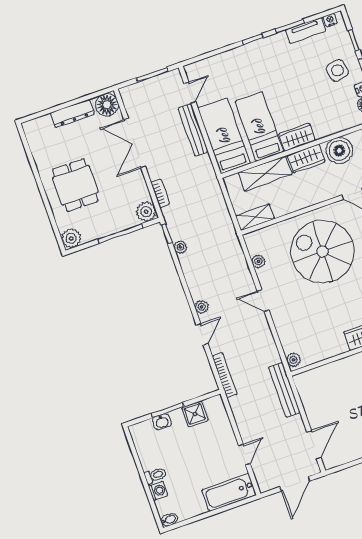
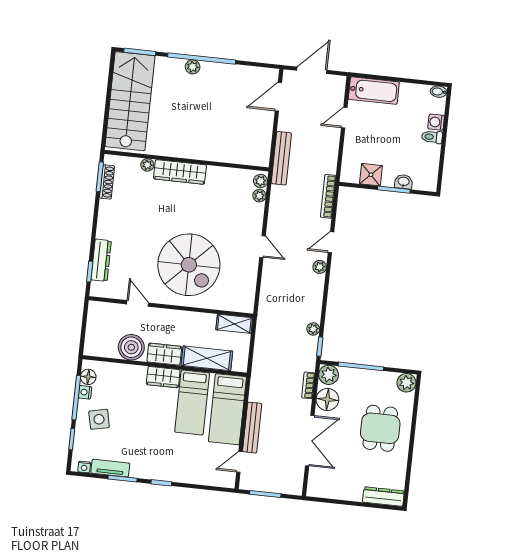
floor lamp: (107, 105) -> (327, 399), moved
dresser: (72, 113) -> (383, 497), moved
plant: (258, 261) -> (259, 196), moved

